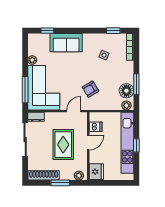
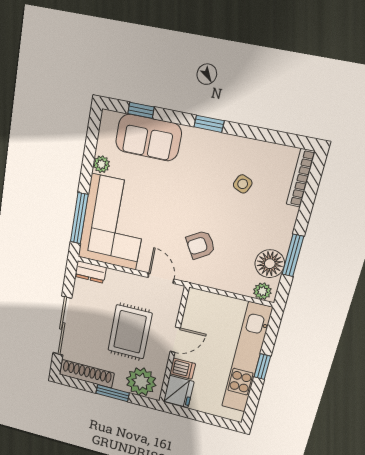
window: (113, 31) -> (209, 124), moved
sofa: (66, 43) -> (148, 138), moved
door: (74, 111) -> (161, 278), hinge flipped
dishwasher: (96, 127) -> (183, 369), moved
sliding door: (25, 139) -> (62, 326), moved
plant: (79, 176) -> (141, 382), width x1.88, depth x1.88

